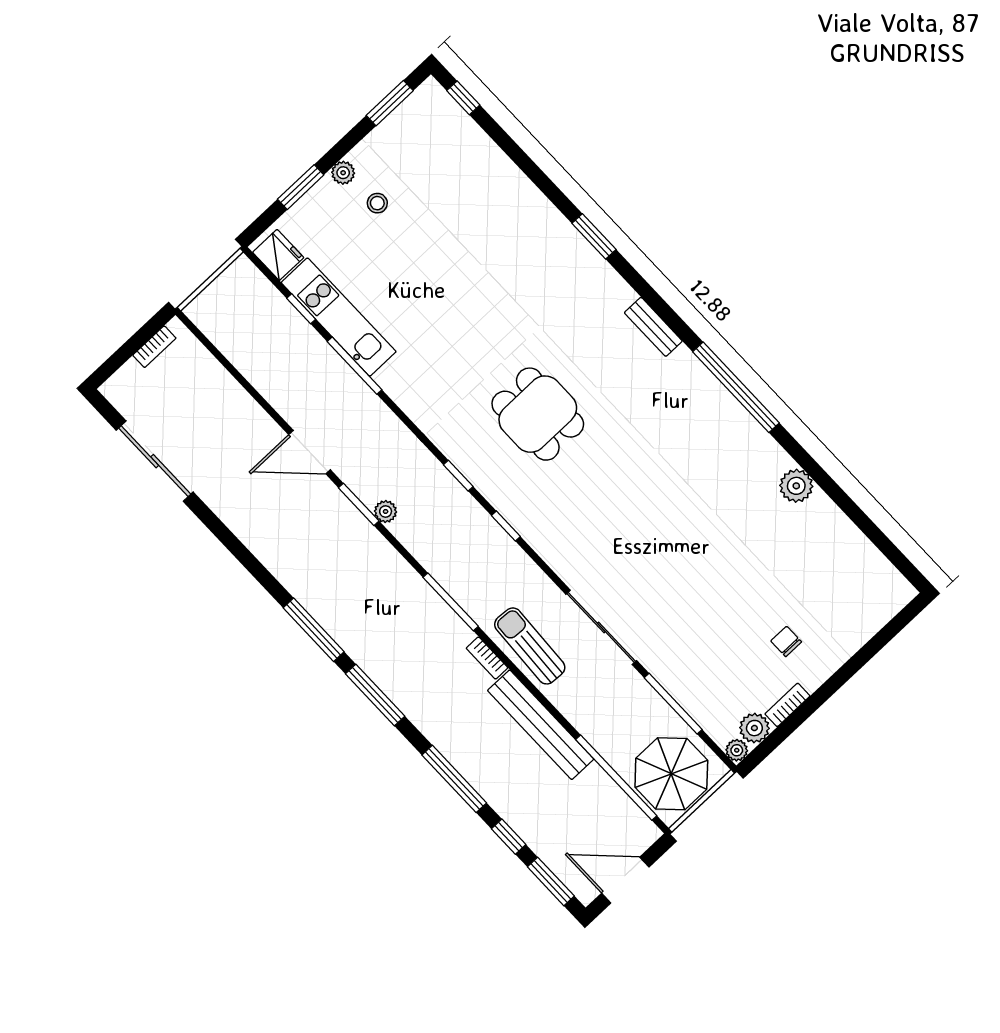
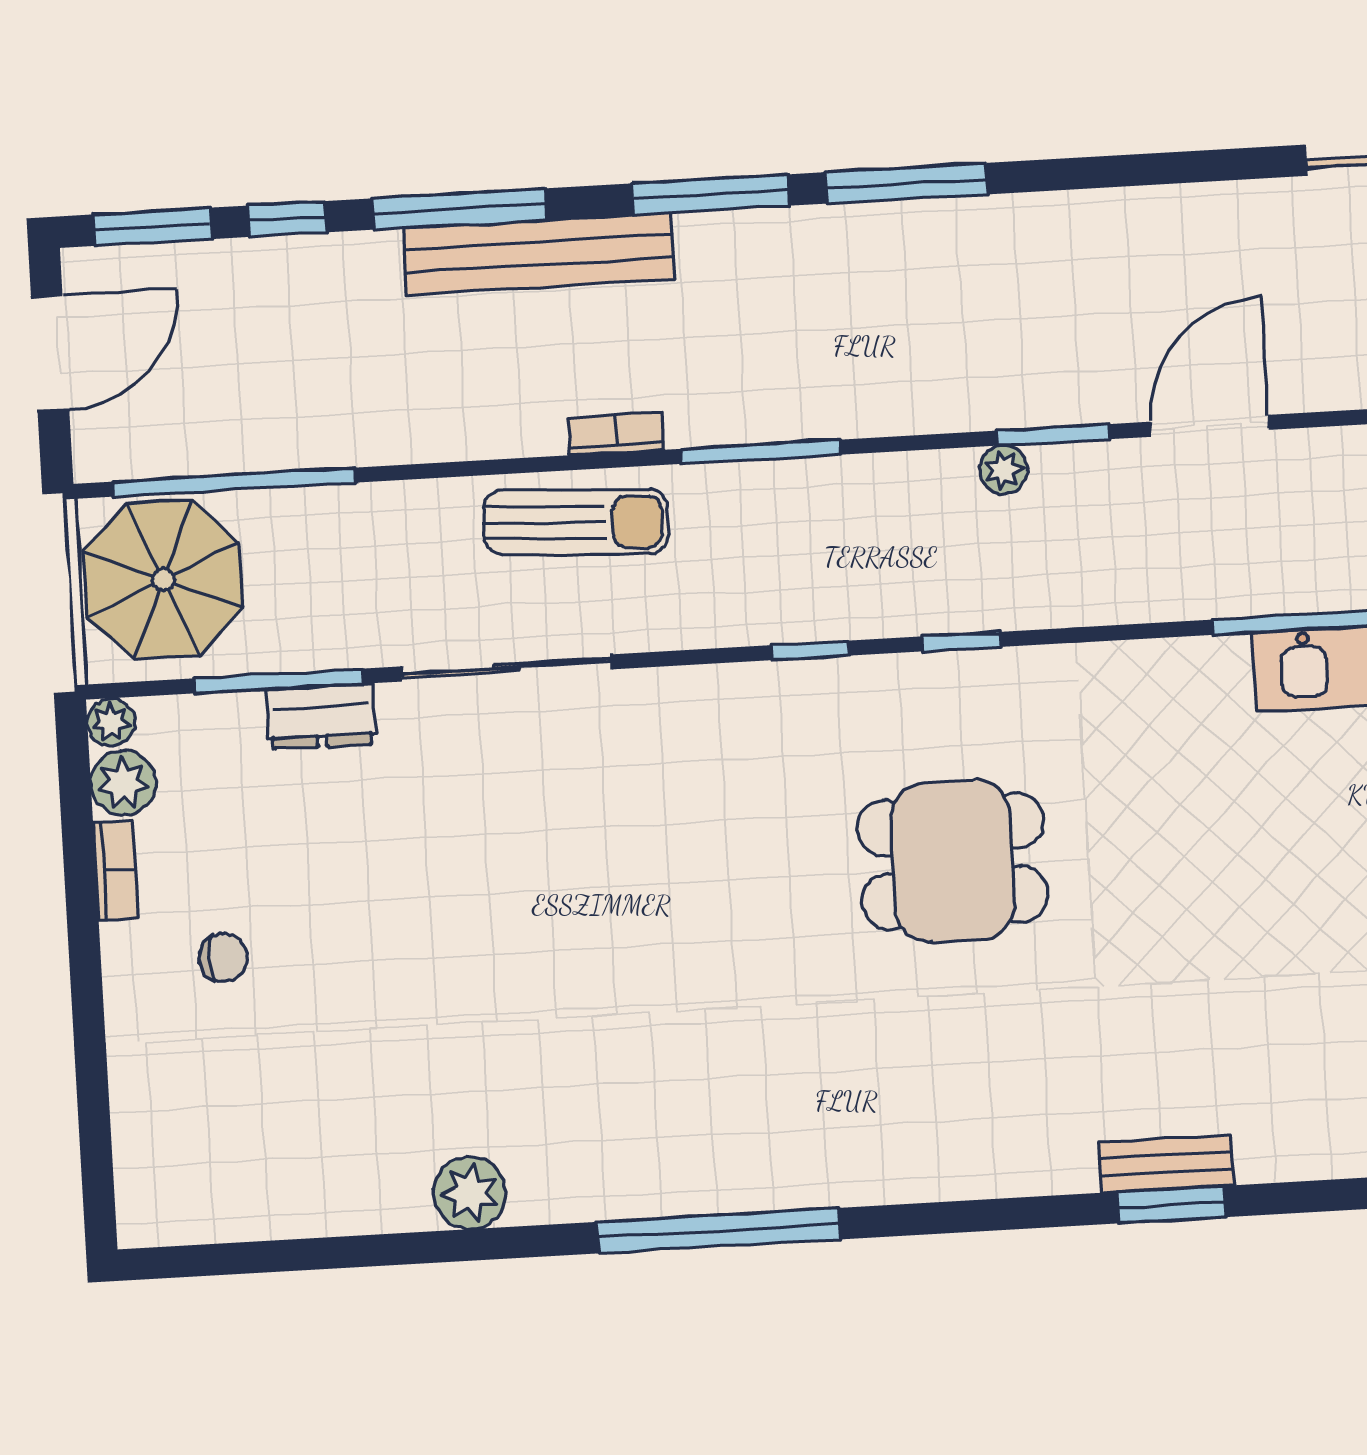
bench: (653, 327) -> (1166, 1164), moved
dresser: (673, 678) -> (321, 716), added
bench: (541, 725) -> (539, 254), moved

